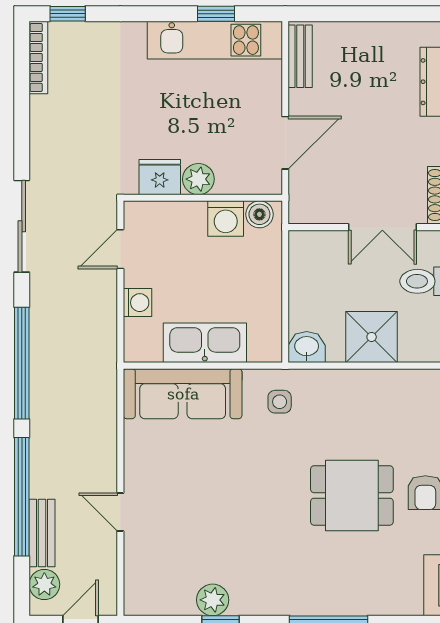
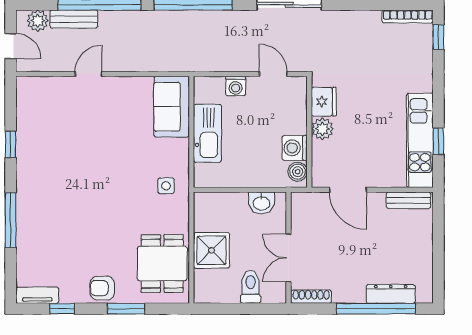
washbasin: (307, 347) -> (261, 203), moved, turned 90
sofa: (183, 394) -> (172, 107), width x0.73
dining table: (352, 495) -> (162, 264), moved
plant: (213, 600) -> (27, 139), removed

